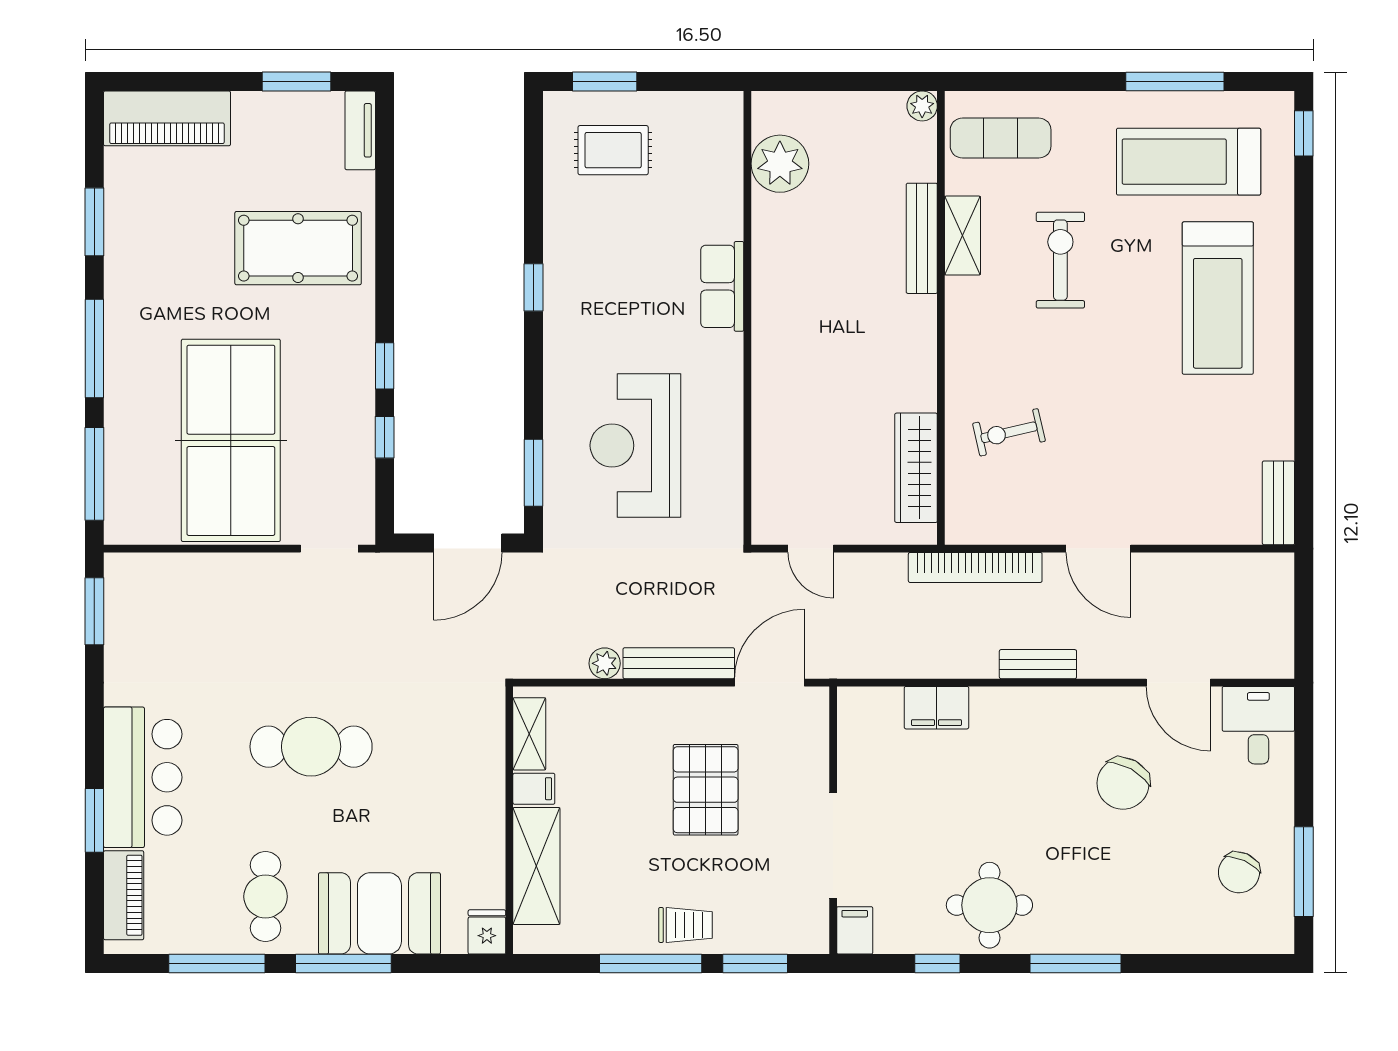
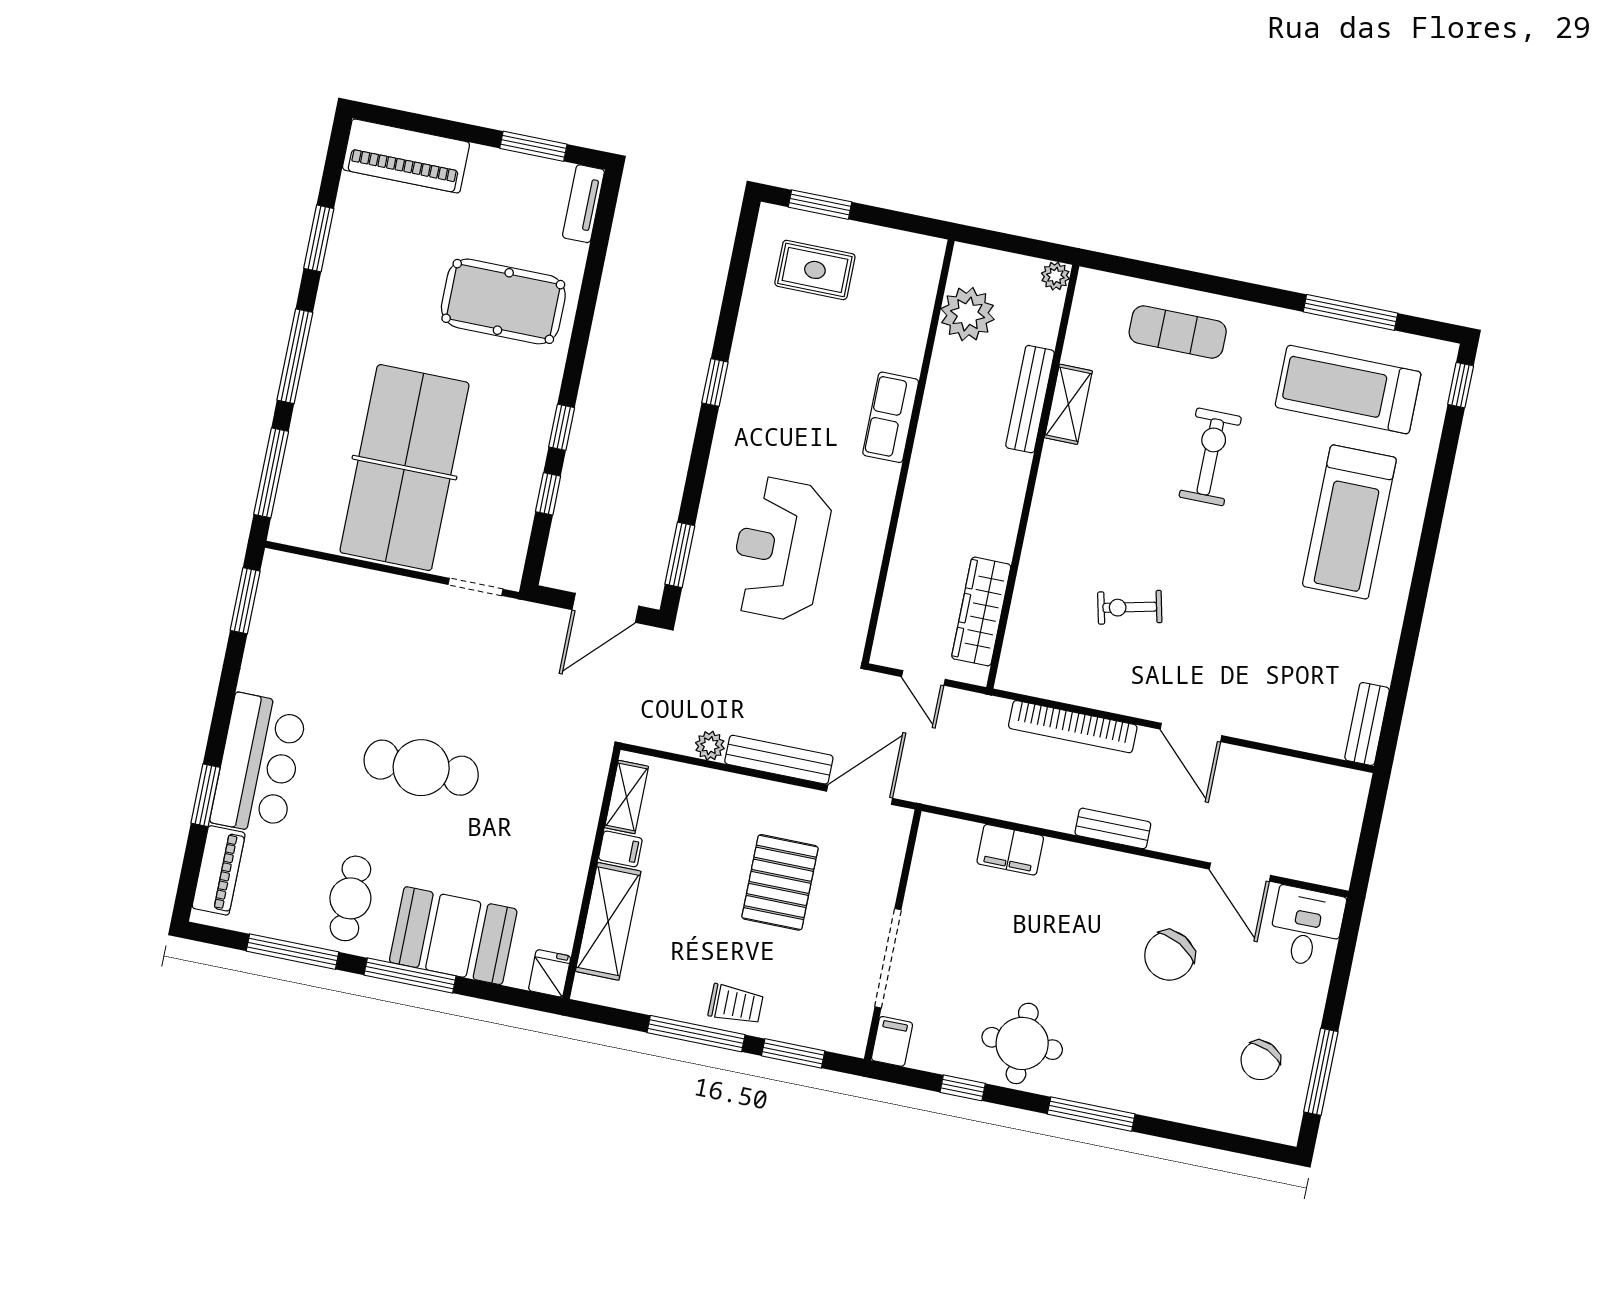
plant: (922, 106) -> (1055, 276), moved
shelving: (963, 236) -> (1068, 404), moved
bench: (922, 238) -> (1030, 399), moved
wall: (941, 318) -> (1033, 477), moved
wardrobe: (916, 468) -> (981, 611), moved

